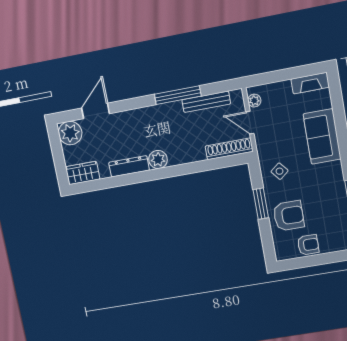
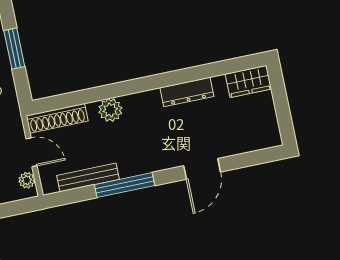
door: (96, 111) -> (202, 169), moved
plant: (70, 133) -> (265, 133), removed
plant: (158, 159) -> (110, 110), moved

